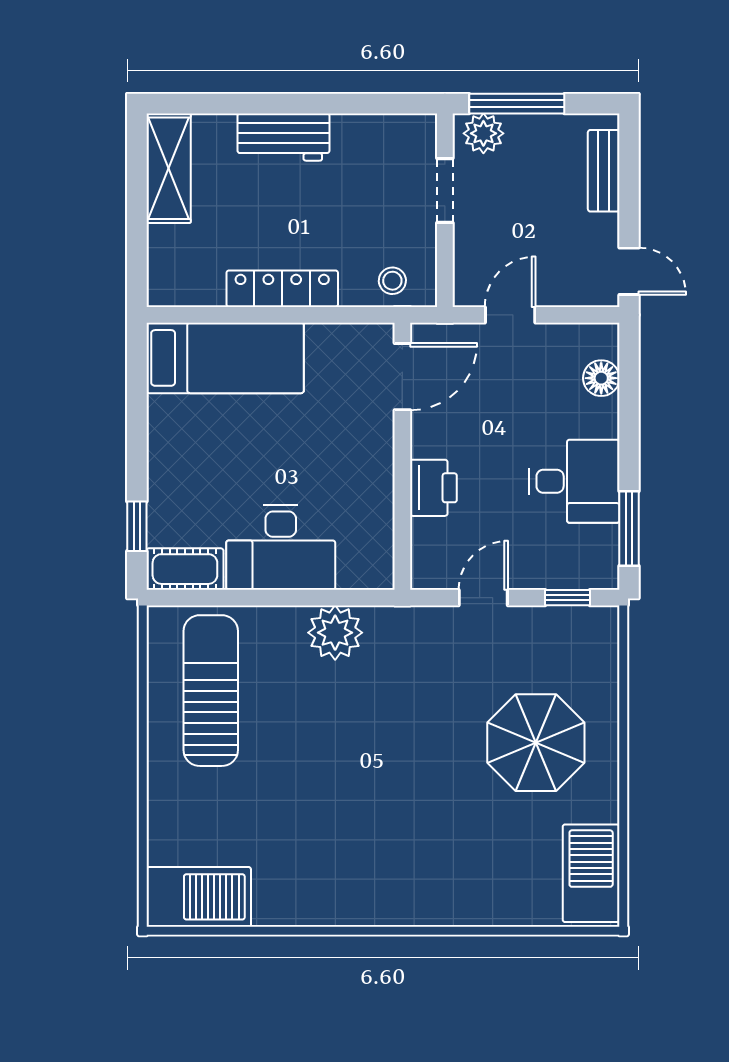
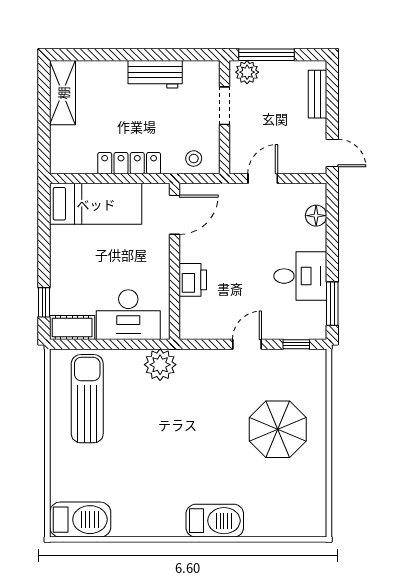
workbench: (283, 137) -> (155, 74), moved
door: (402, 377) -> (175, 215), moved
wall: (402, 456) -> (175, 261), moved
printer: (433, 488) -> (193, 280), moved
barbecue: (591, 873) -> (215, 521), moved, turned 90

